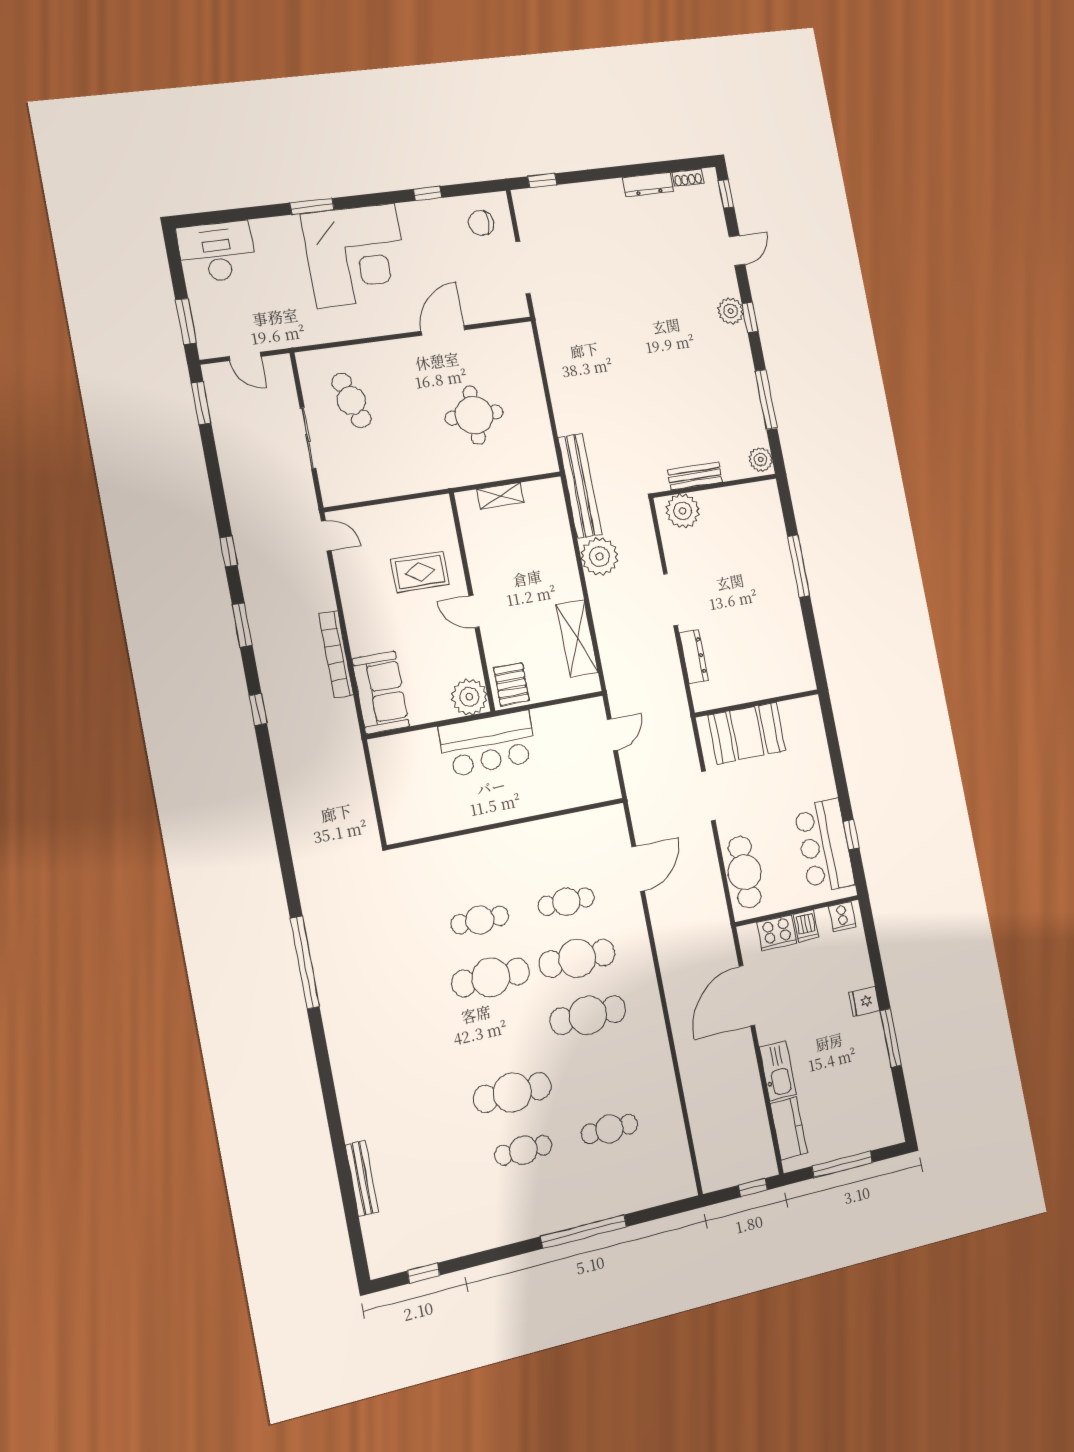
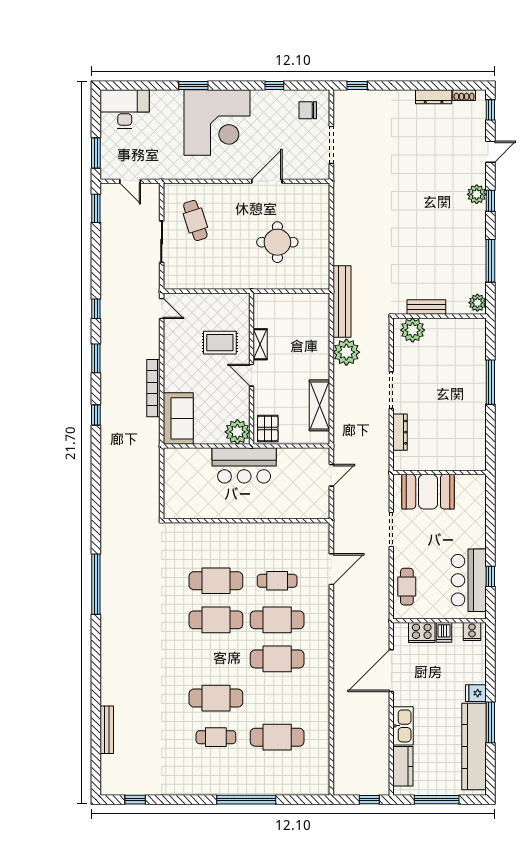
shelving: (500, 496) -> (260, 344), moved, turned 90
cafe table: (745, 872) -> (407, 587), width x0.73, depth x0.74
cafe table: (480, 920) -> (216, 581), width x1.37, depth x1.35
kitchen counter: (876, 1077) -> (474, 746), added
cafe table: (610, 1129) -> (277, 737), width x1.37, depth x1.35

